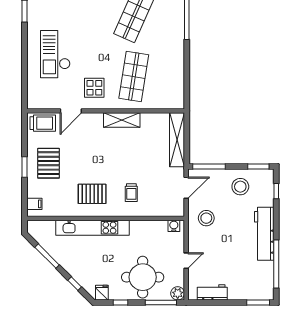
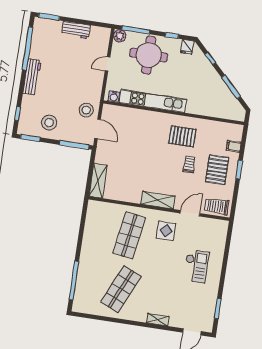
checkout: (55, 54) -> (196, 266), width x0.73, depth x0.83
shelving: (122, 120) -> (158, 200), moved
shelving: (177, 140) -> (98, 181), width x0.68
door: (186, 188) -> (98, 129), swing flipped
trolley: (131, 193) -> (189, 164), moved
filing cabinet: (34, 204) -> (234, 146), moved
stool: (206, 218) -> (86, 110), moved
kitchen unit: (93, 228) -> (153, 101), moved
workbench: (264, 234) -> (32, 77), width x0.73, depth x0.76
workbench: (212, 292) -> (76, 30), moved

